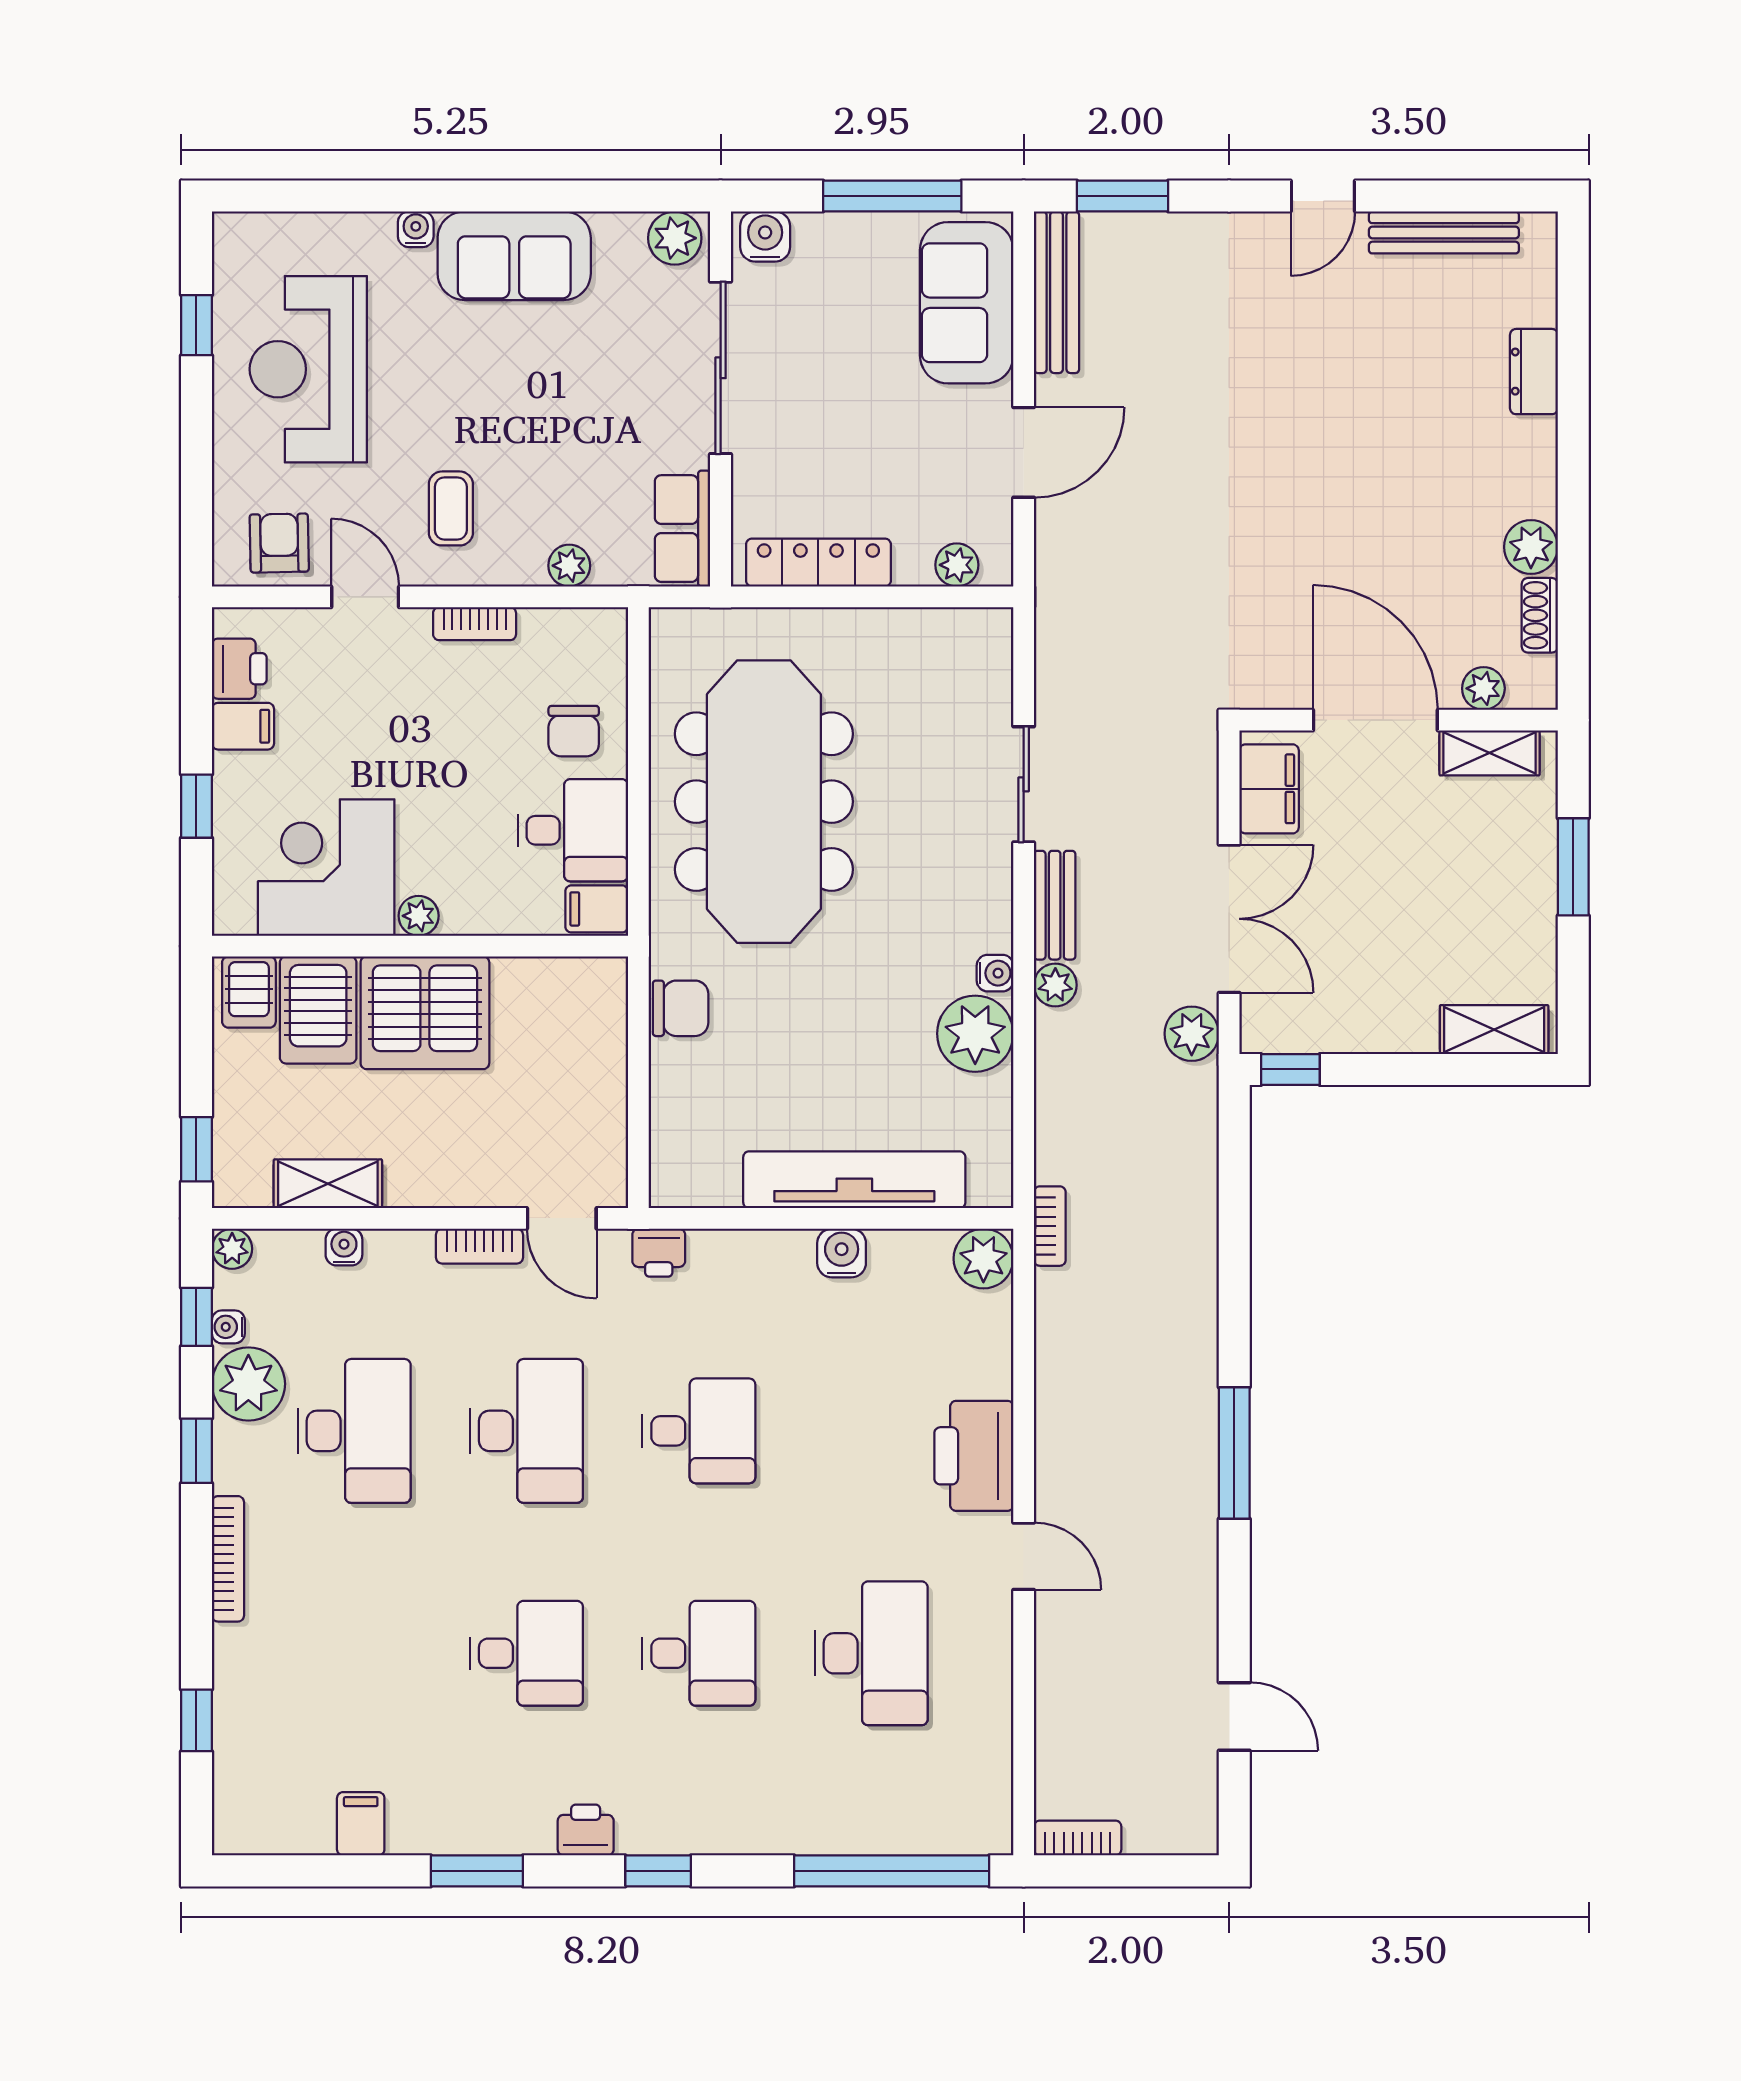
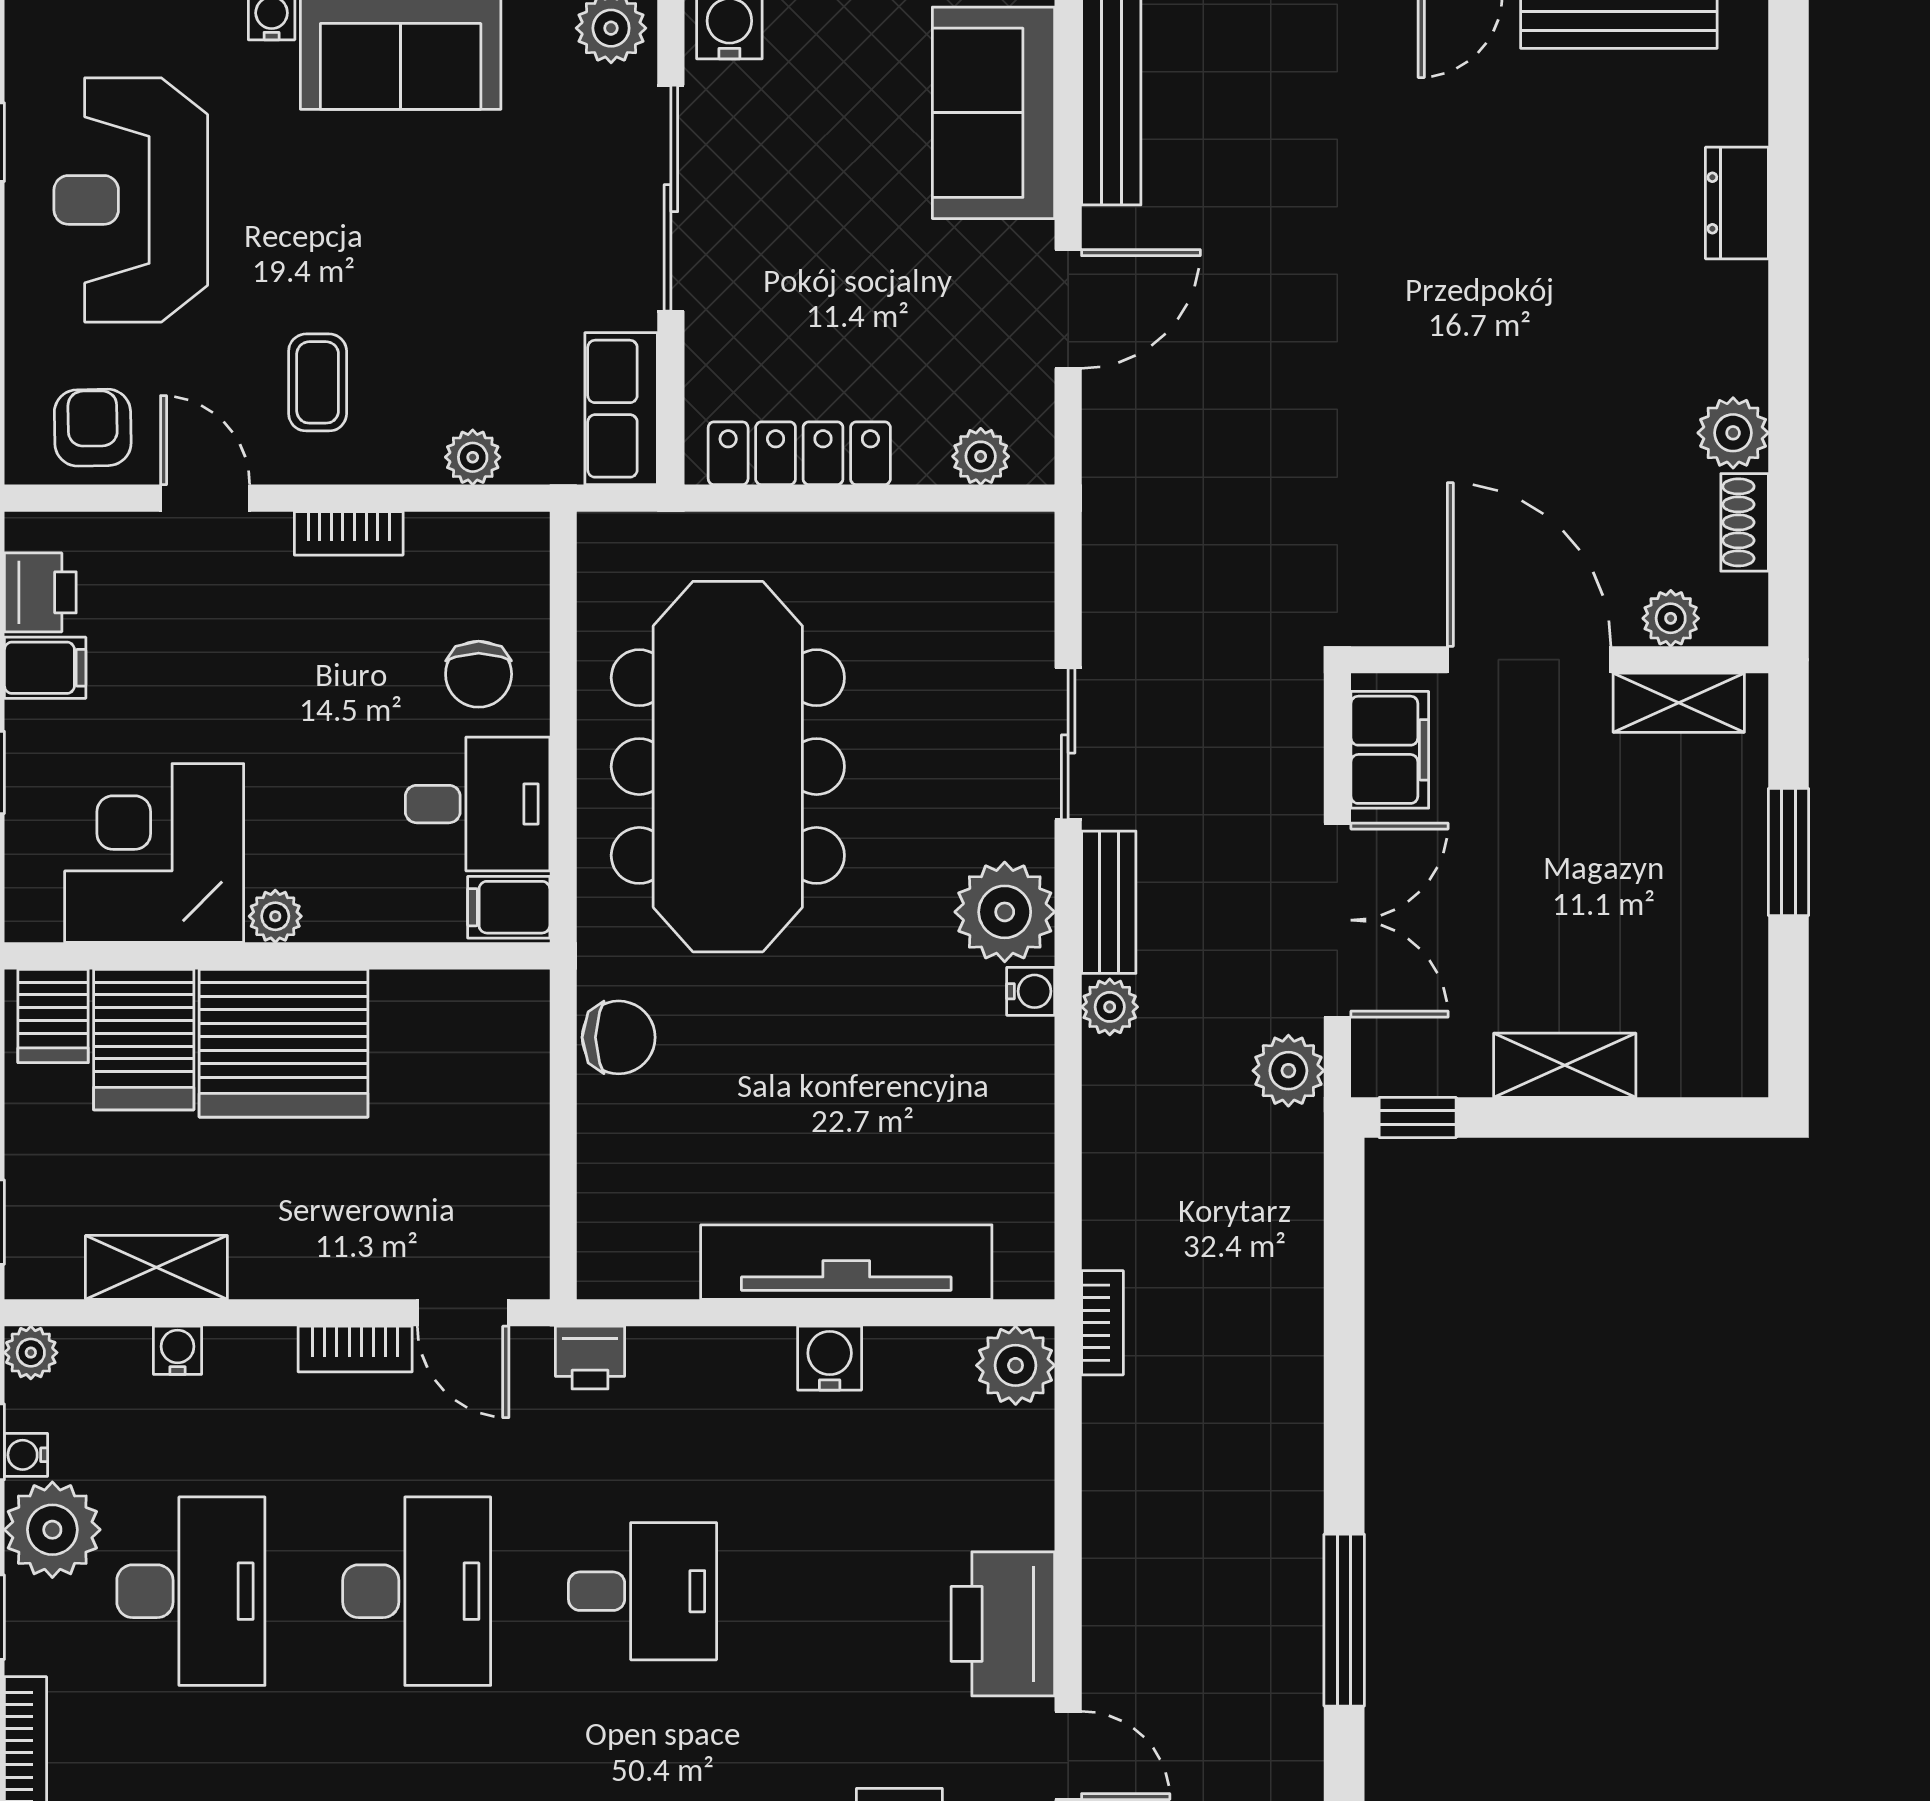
shelving: (1494, 1030) -> (1565, 1065), moved
plant: (975, 1034) -> (1005, 912), moved

